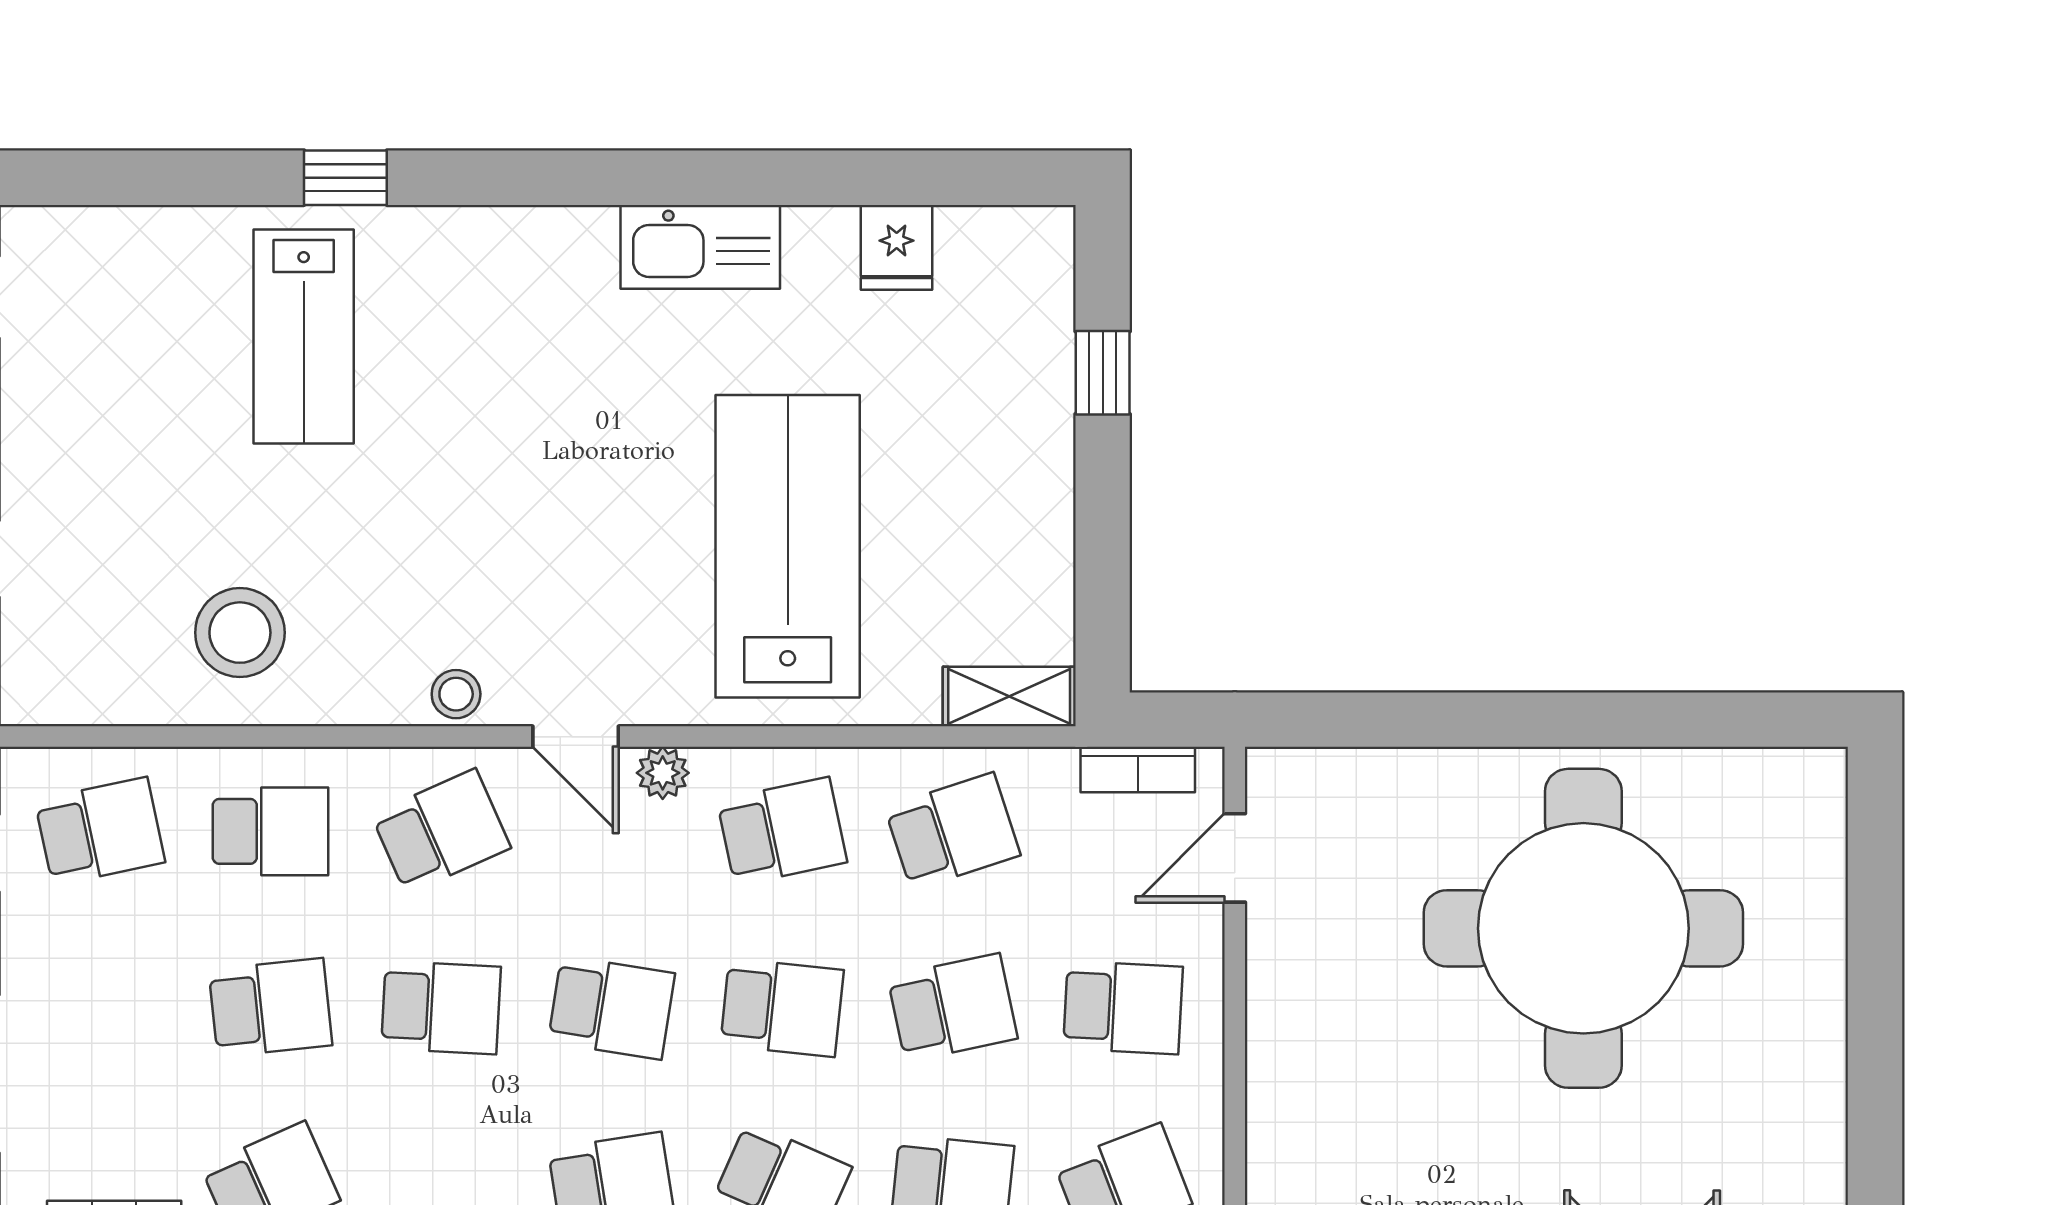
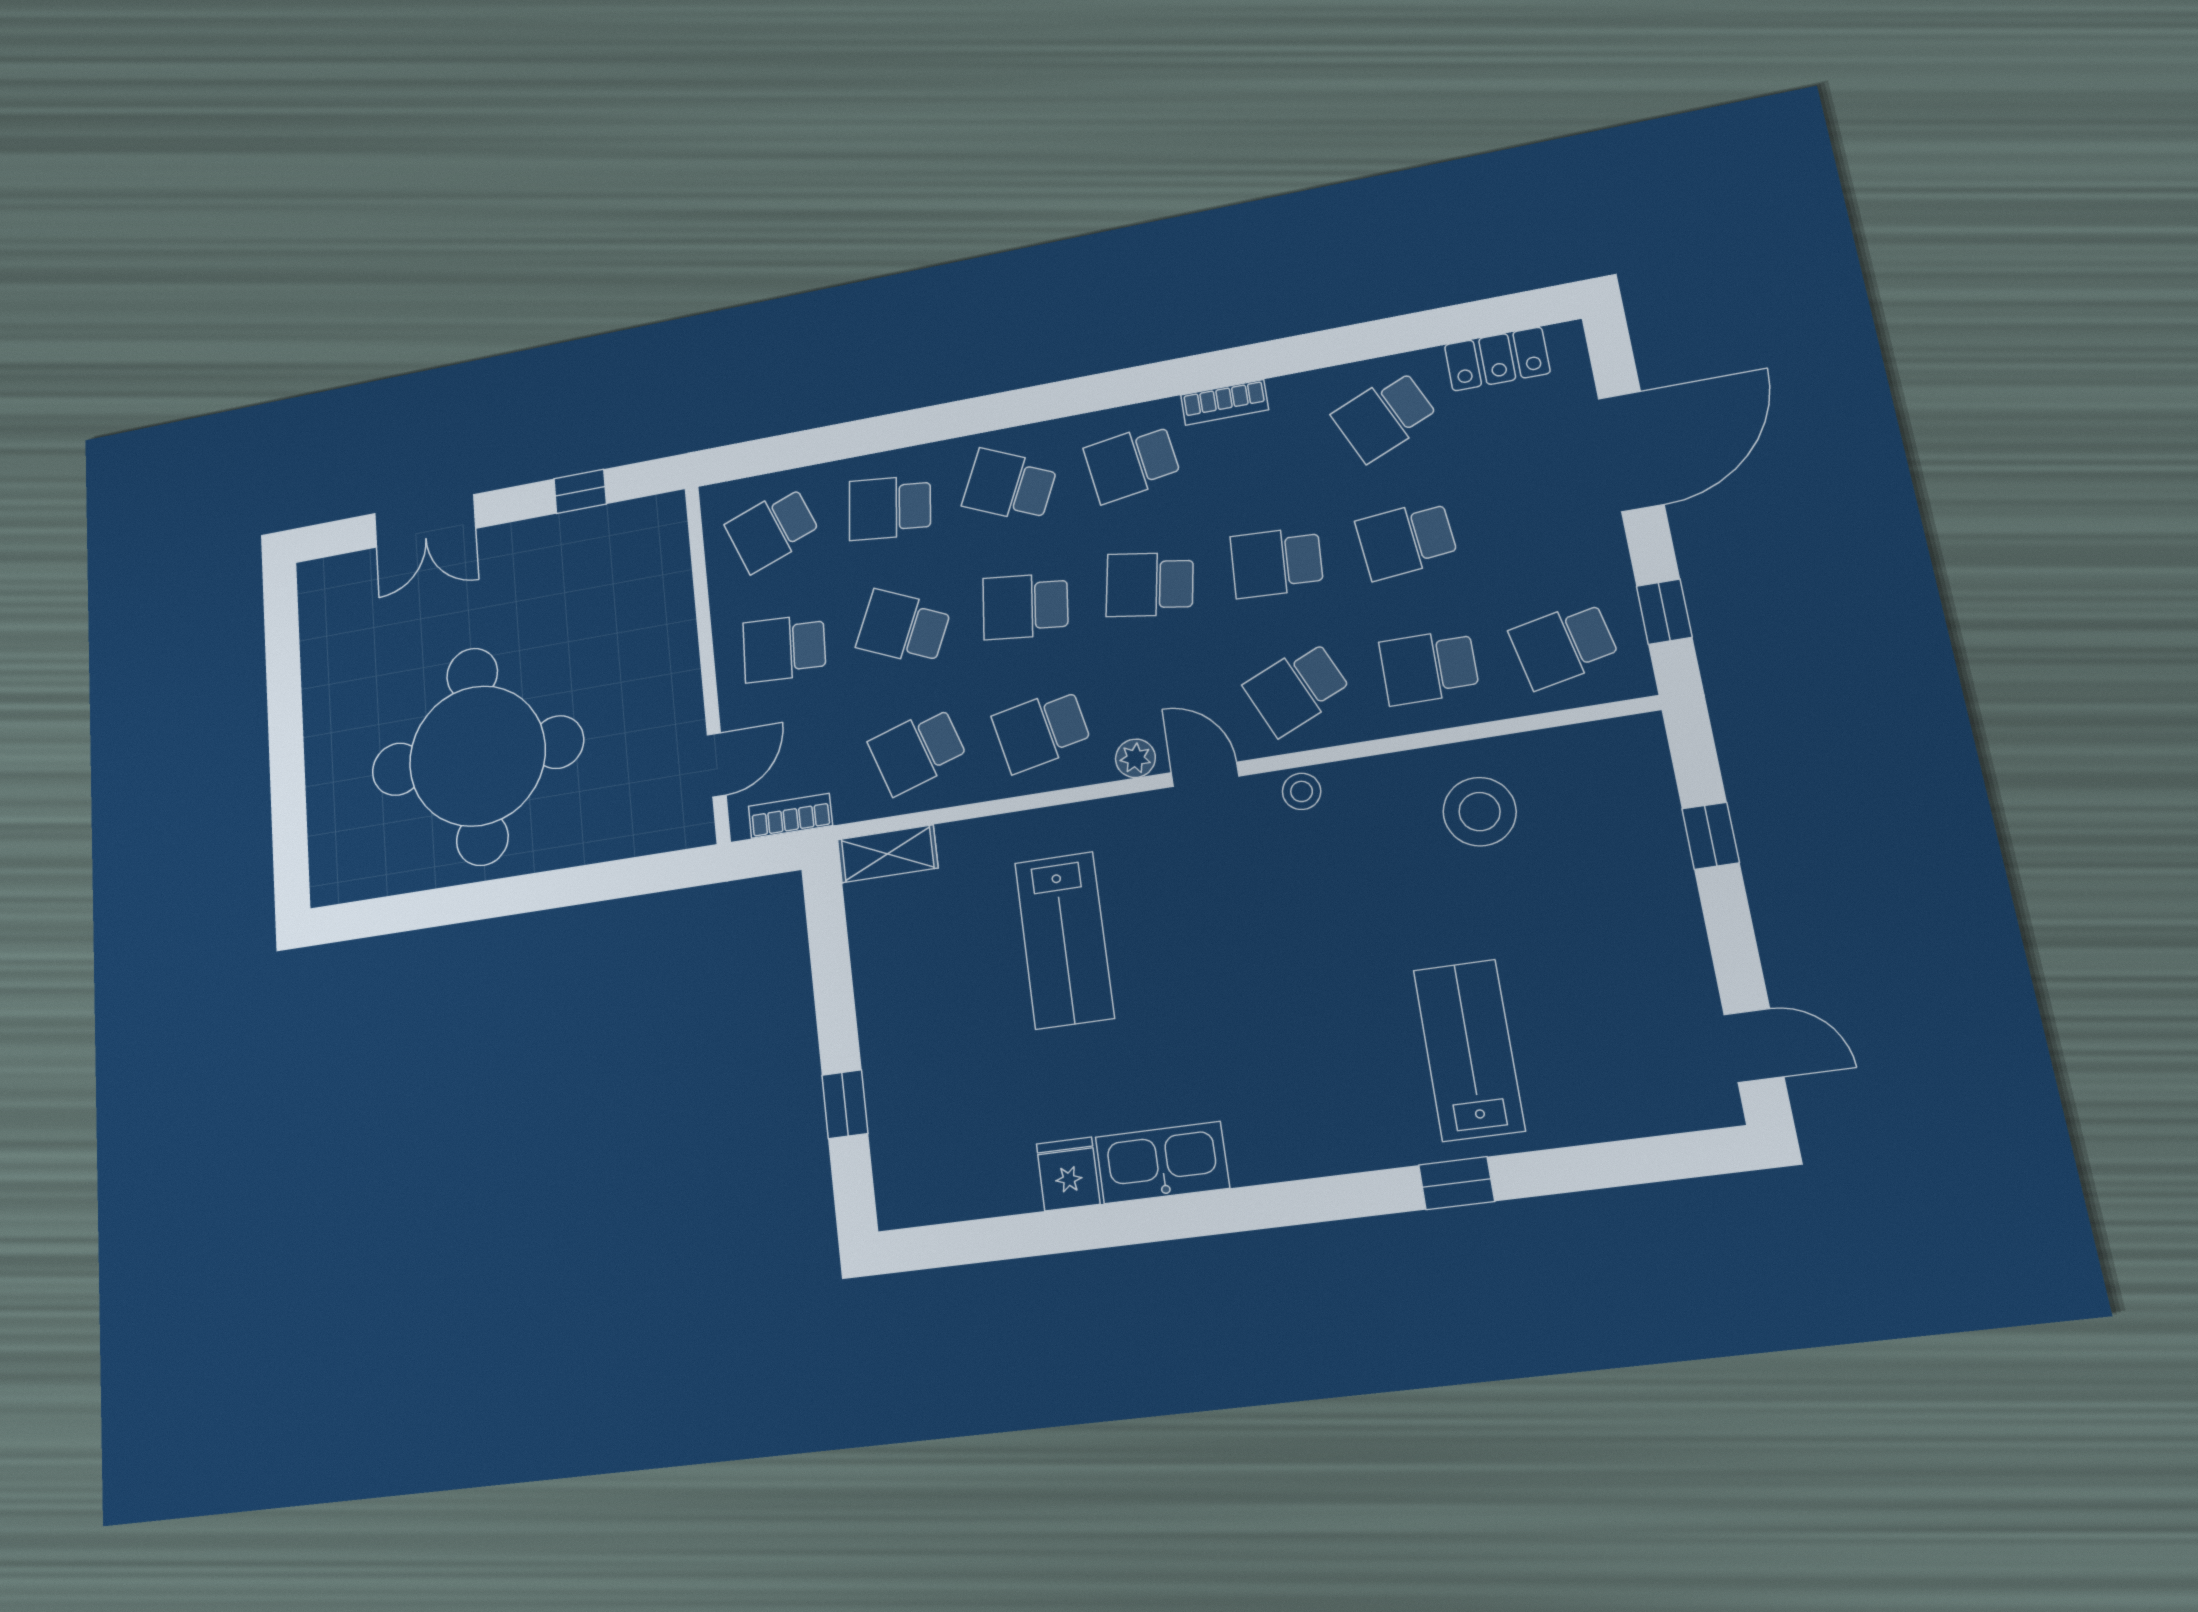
fridge: (897, 247) -> (1068, 1174), moved
lab bench: (788, 546) -> (1064, 940), width x0.73, depth x0.72
school desk: (953, 1008) -> (904, 627), turned 36

